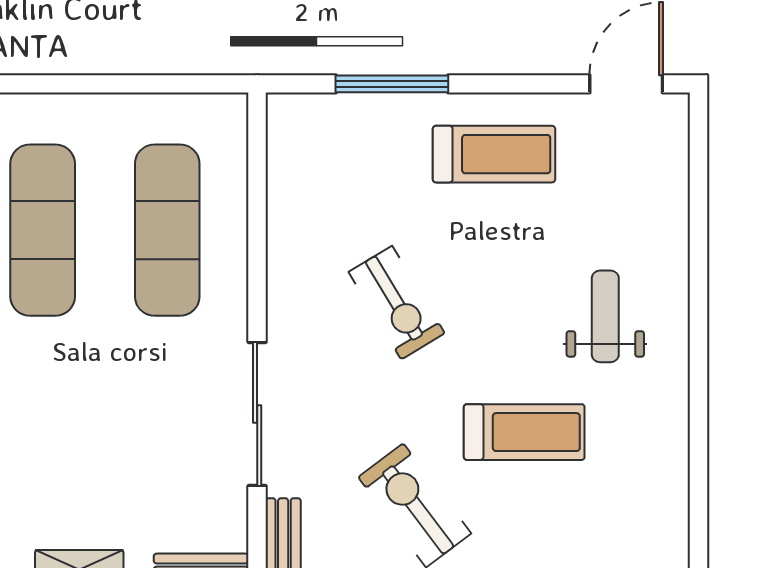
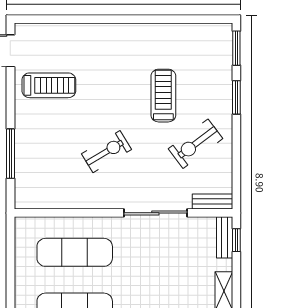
treadmill: (494, 154) -> (49, 85), moved, turned 90
weight bench: (605, 316) -> (113, 60), removed

